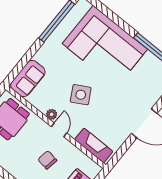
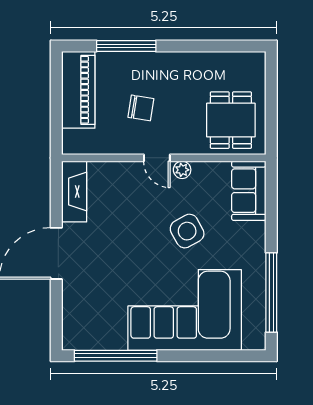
side table: (81, 95) -> (187, 231), moved
fireplace: (94, 146) -> (74, 192), moved, turned -90

